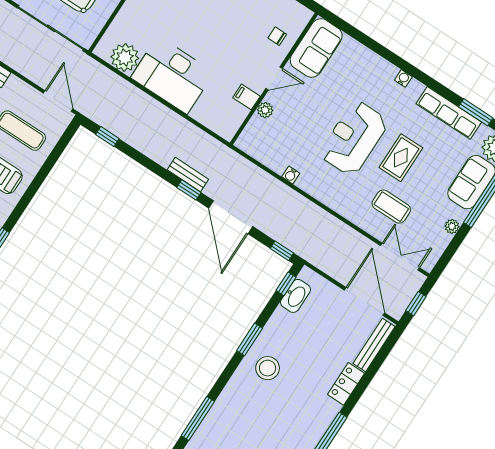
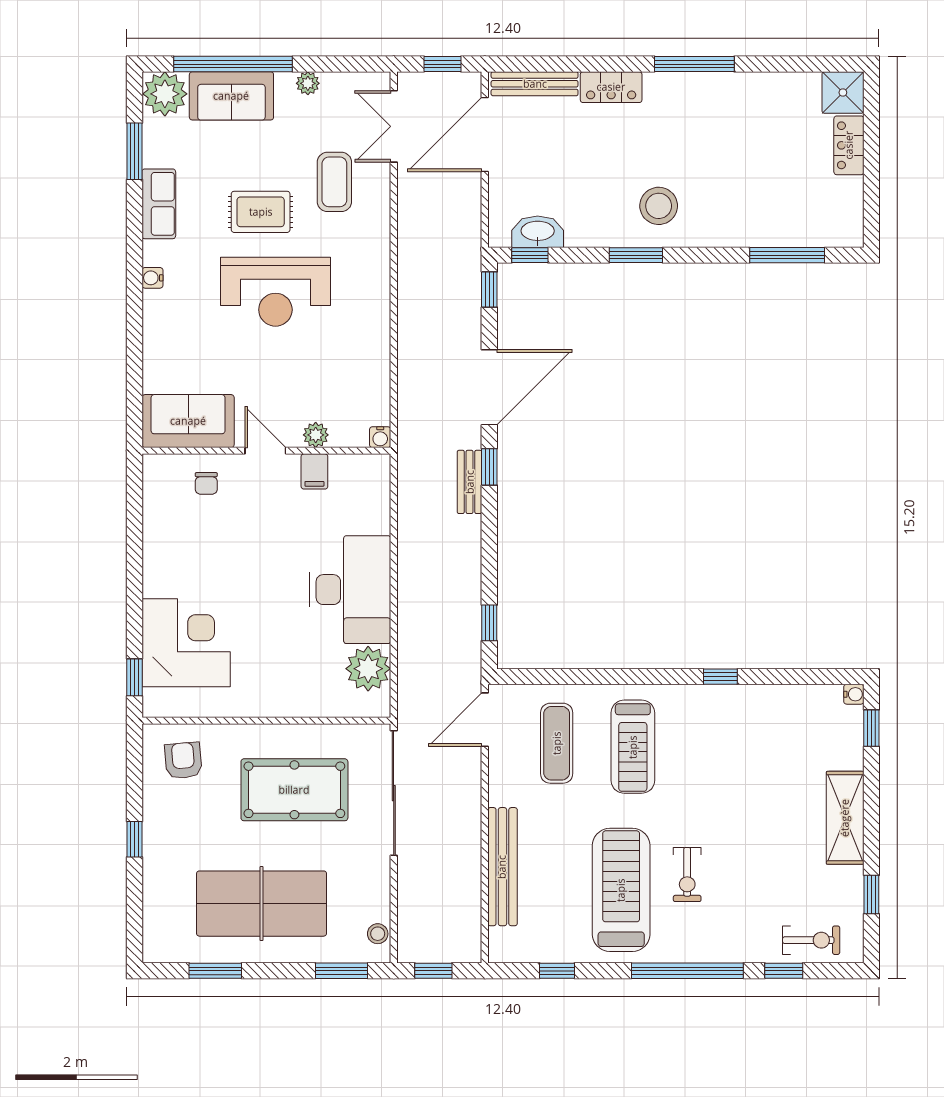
row of seats: (449, 113) -> (159, 204), width x0.68
water cooler: (291, 175) -> (380, 437), moved, turned 90

